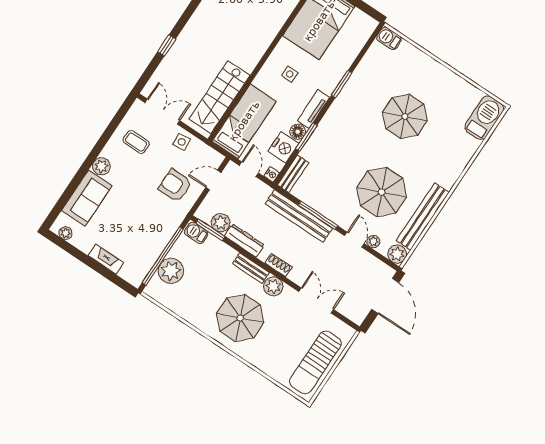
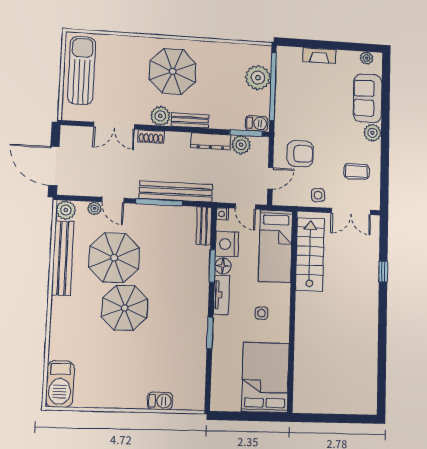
barbecue: (389, 38) -> (160, 401), moved
parasol: (405, 116) -> (125, 308), moved
shoe rack: (278, 265) -> (151, 136), moved

